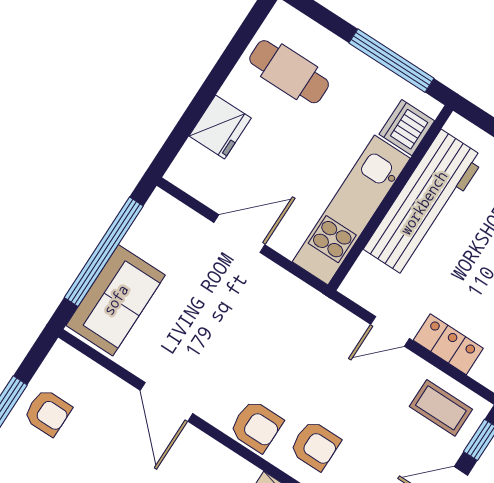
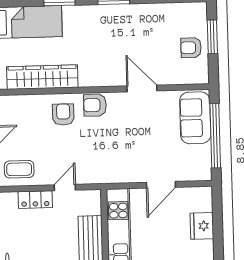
armchair: (315, 445) -> (63, 114), turned 90

